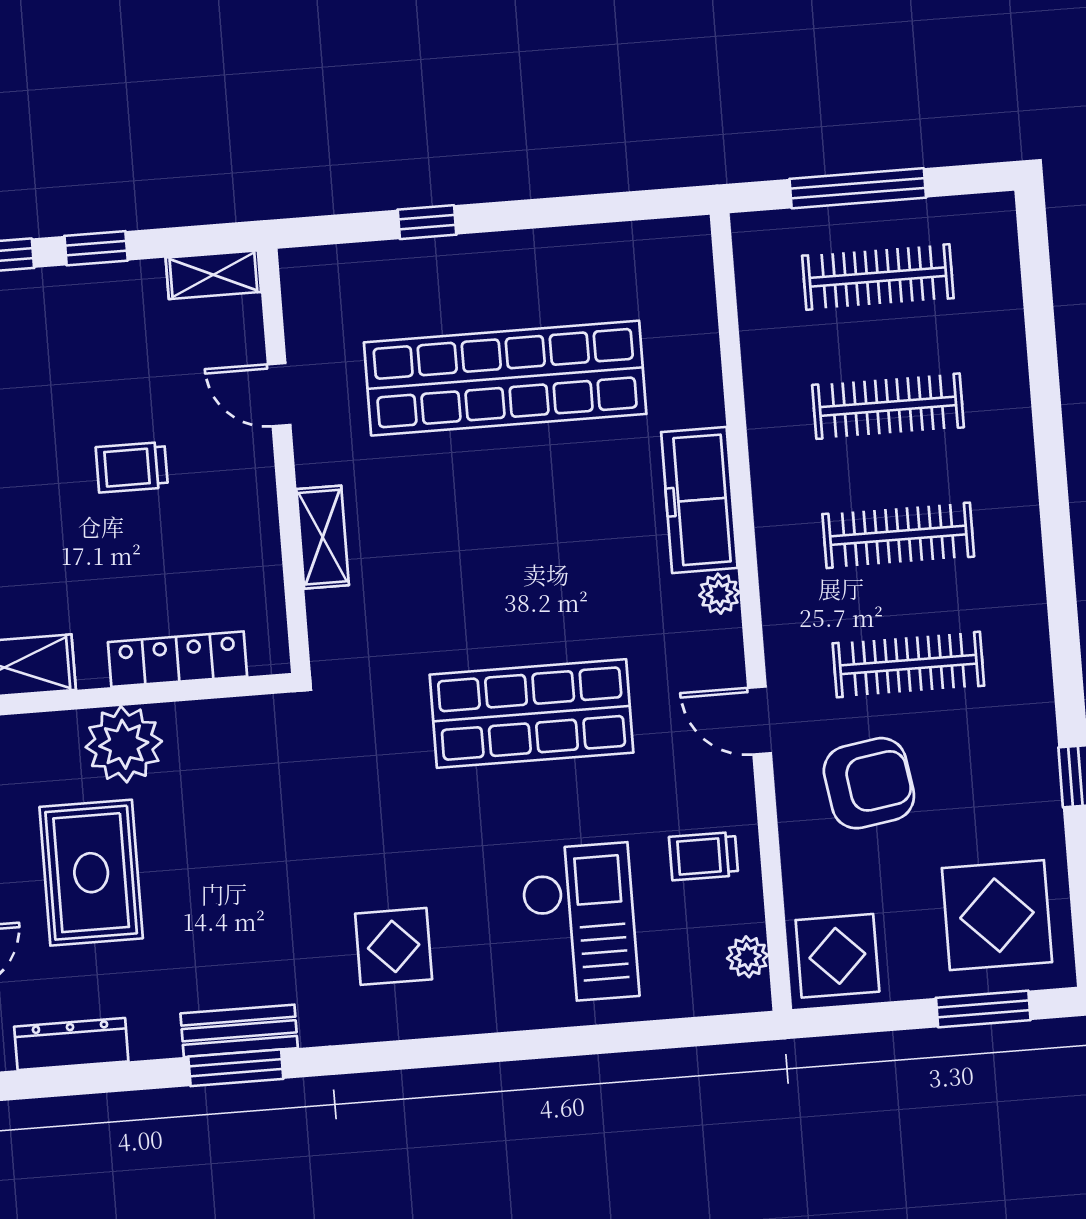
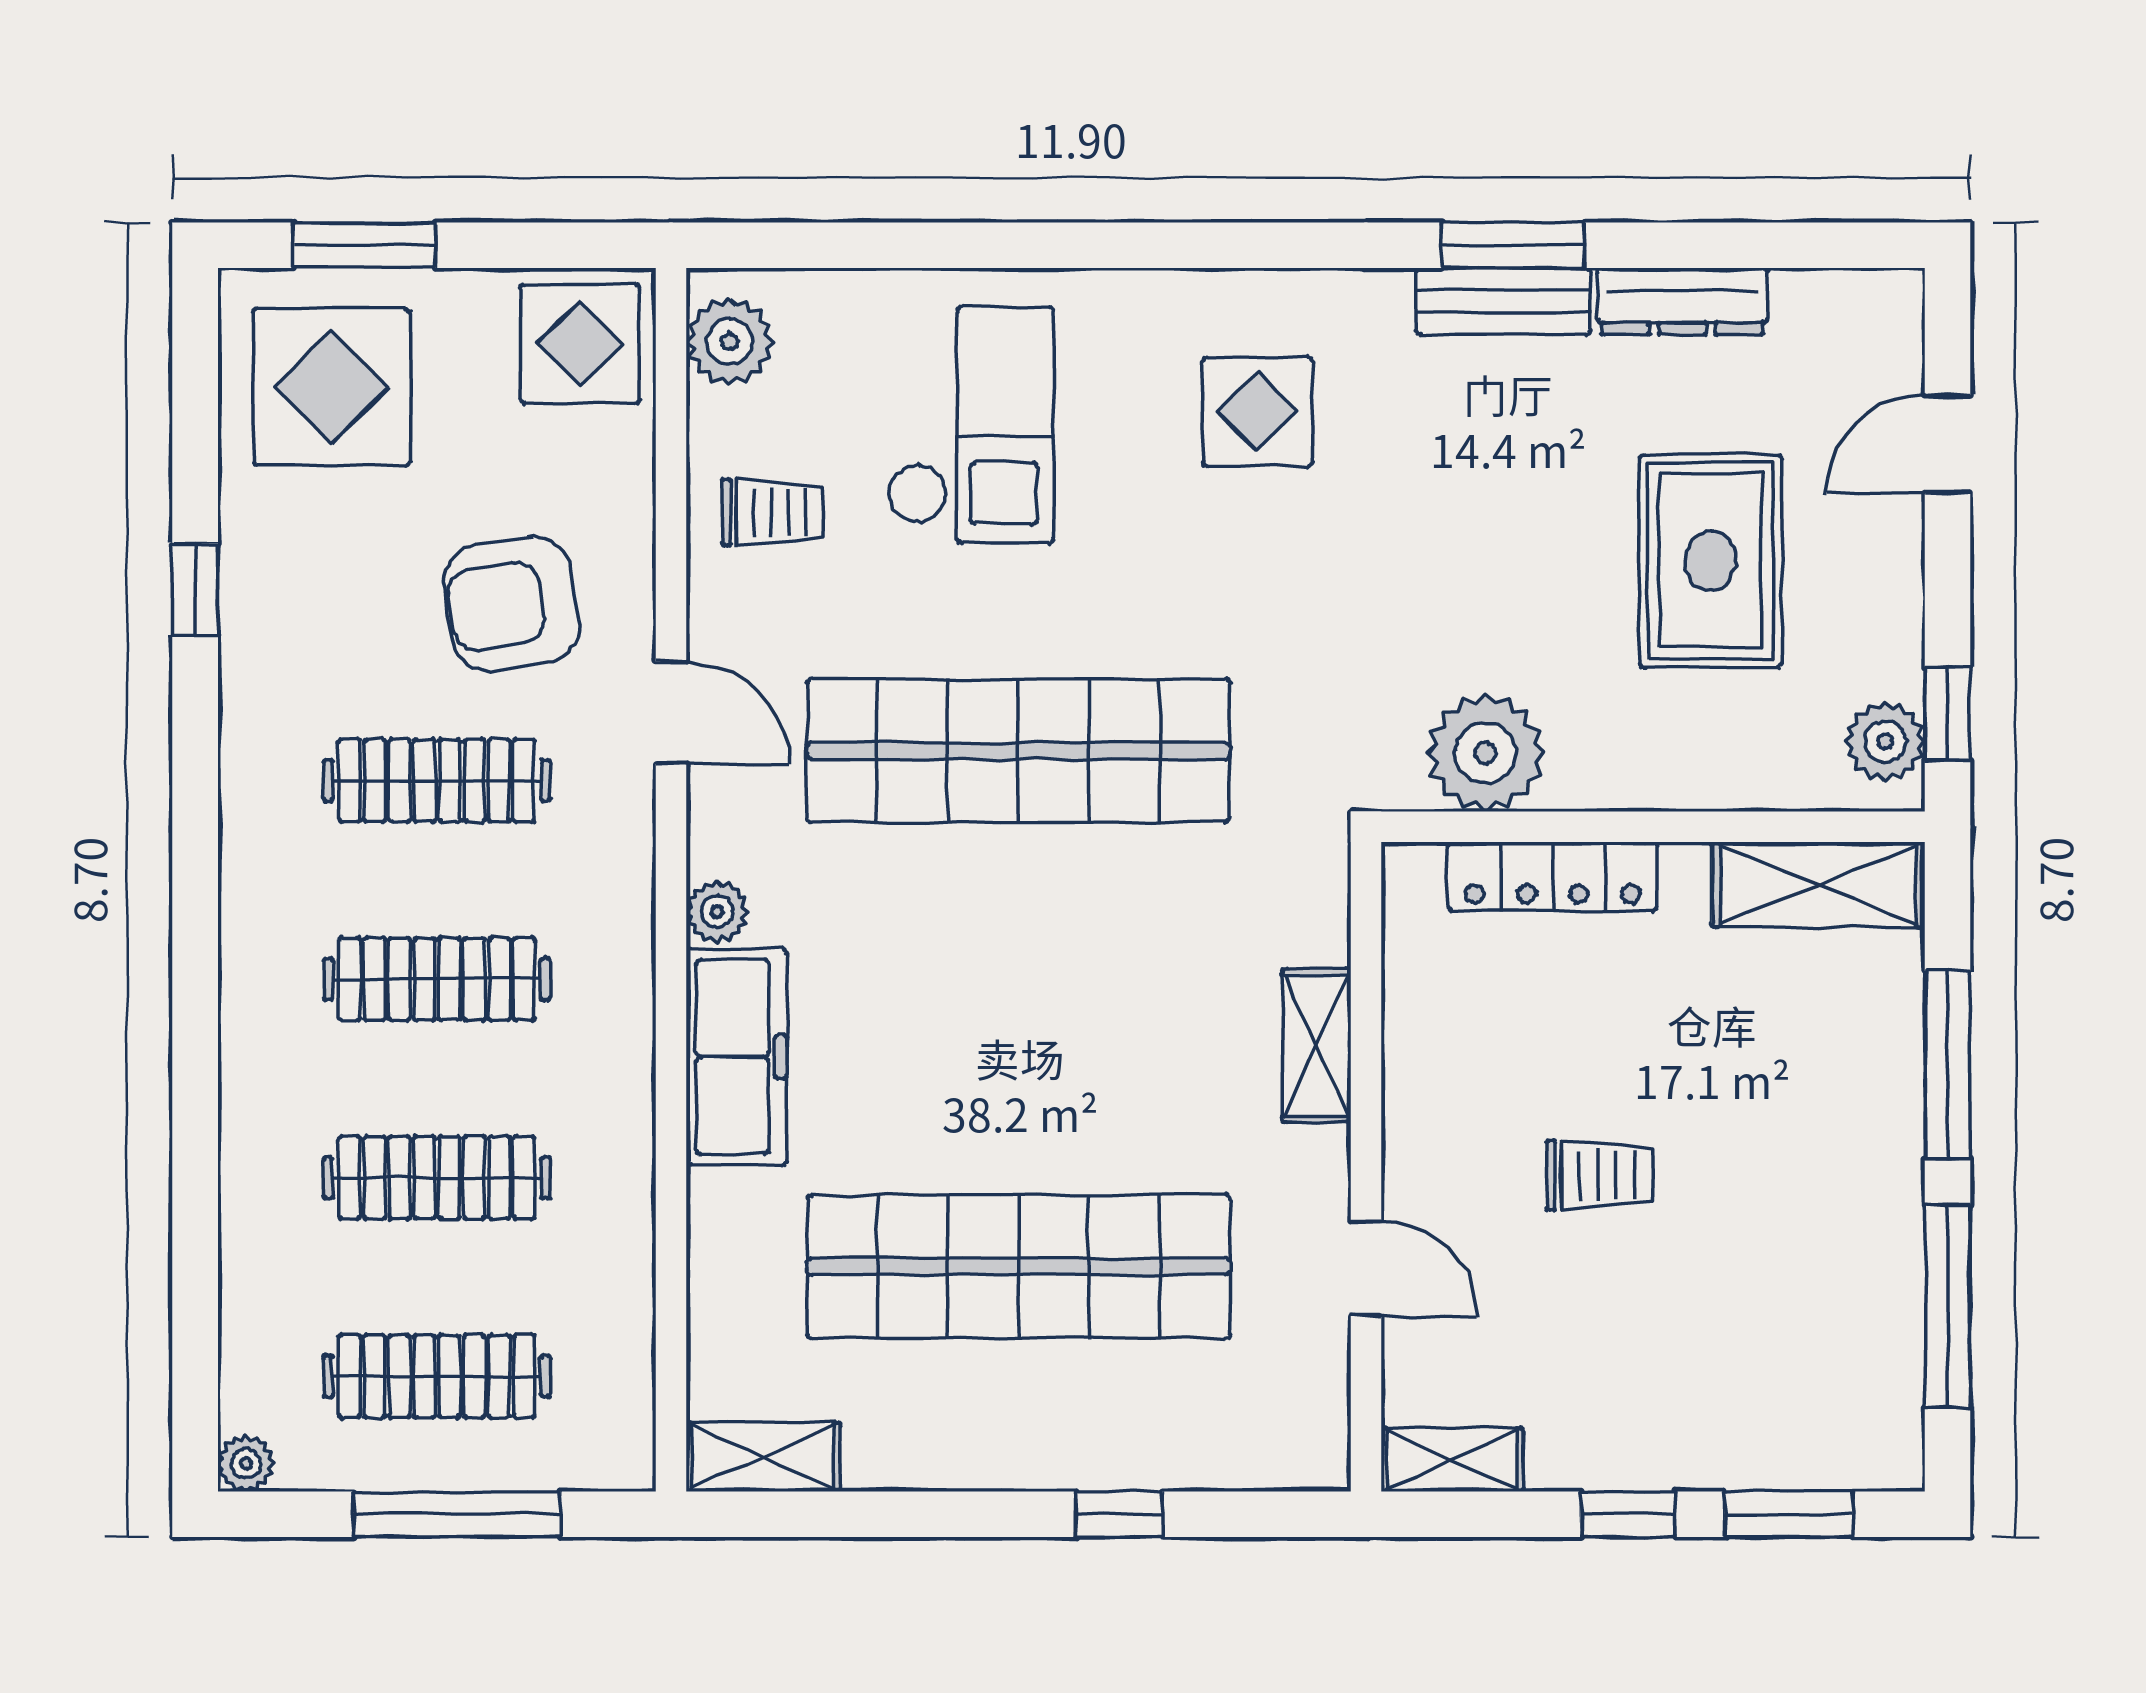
plant: (998, 211) -> (246, 1463), added
shelving: (662, 241) -> (763, 1457), added
shop shelf: (532, 714) -> (1018, 751), width x1.40
plant: (124, 744) -> (1486, 753), moved
checkout: (579, 923) -> (970, 425), turned 180
plant: (748, 957) -> (730, 341), width x1.38, depth x1.38
dresser: (71, 1044) -> (1682, 301), moved

